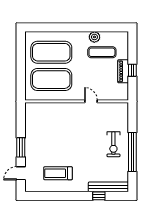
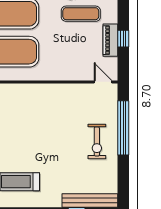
door: (91, 101) -> (103, 82), moved
window: (132, 152) -> (123, 128), moved

